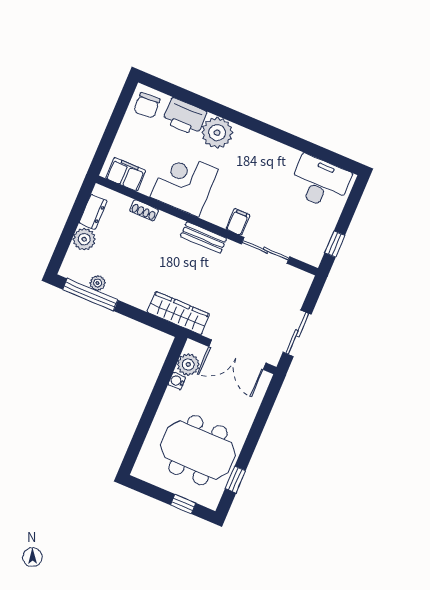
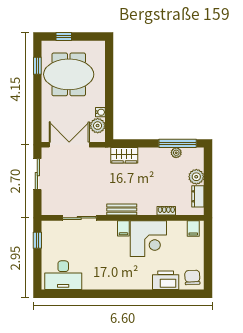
plant: (217, 133) -> (141, 279), removed
filing cabinet: (126, 174) -> (193, 228), width x0.50
filing cabinet: (238, 222) -> (123, 228), moved
wardrobe: (178, 313) -> (124, 155), width x0.67

